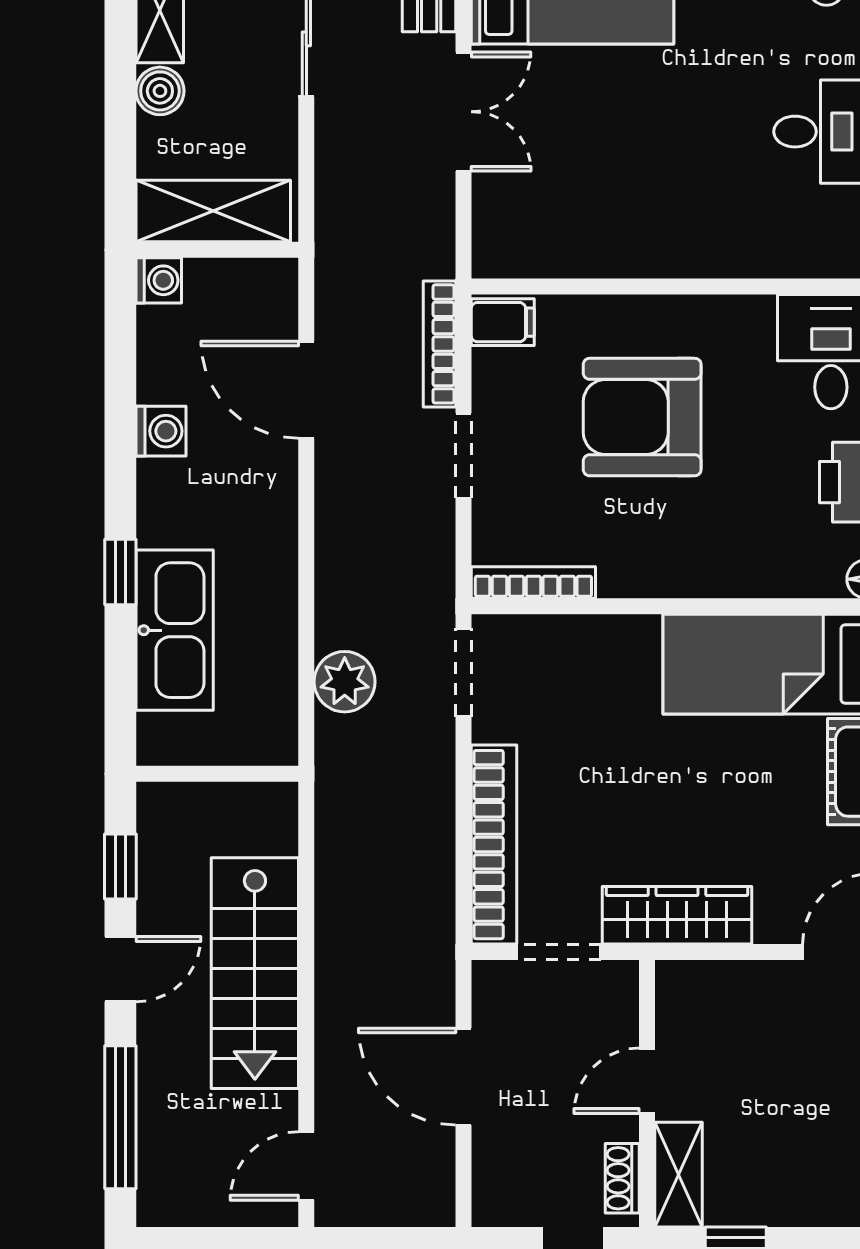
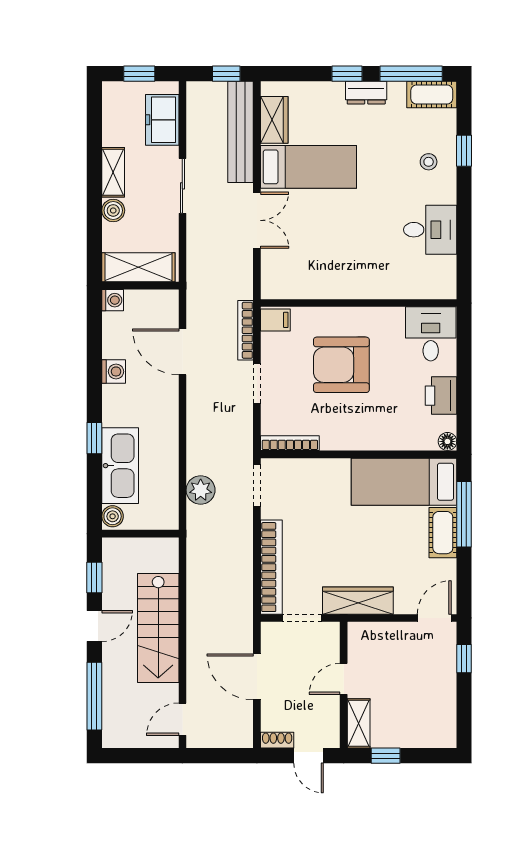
boiler: (159, 737) -> (113, 516), added
shoe rack: (622, 1178) -> (277, 740), moved, turned 90

